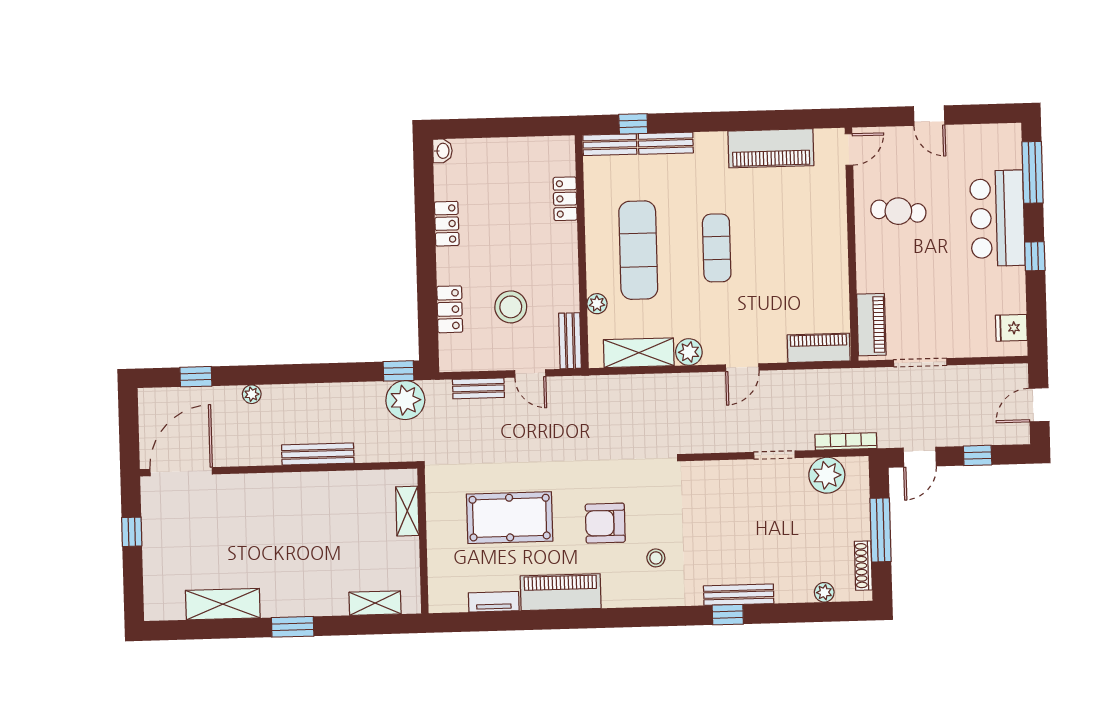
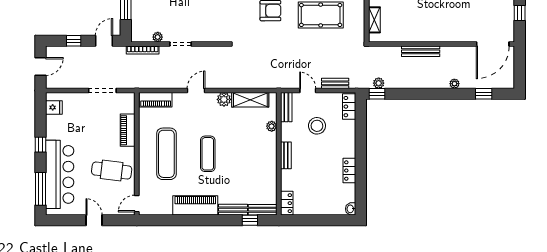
piano: (771, 148) -> (195, 205), moved
locker: (565, 199) -> (287, 203), moved
cafe table: (898, 211) -> (112, 170), width x1.37, depth x1.35
bar counter: (997, 218) -> (60, 174), width x1.36
bench: (568, 249) -> (286, 155), added
exercise mat: (638, 250) -> (166, 154), moved
locker: (450, 309) -> (349, 107), moved
piano: (871, 325) -> (128, 130), moved
plant: (405, 400) -> (379, 83), width x0.53, depth x0.53
plant: (827, 475) -> (158, 37), width x0.53, depth x0.53

